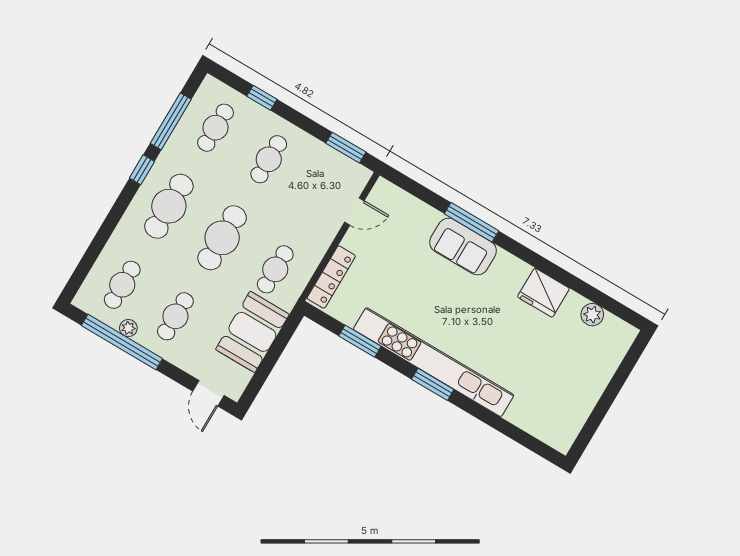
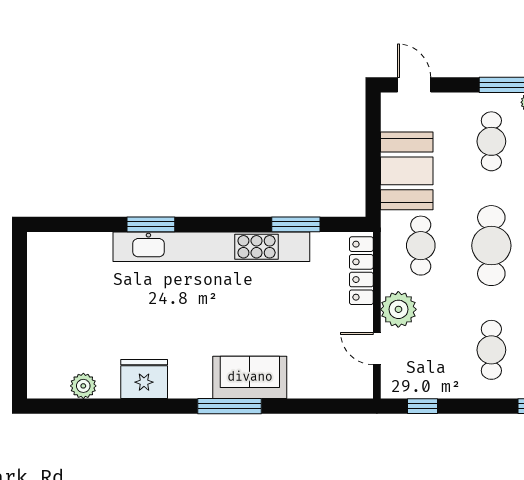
window: (346, 148) -> (422, 406), width x0.67
door: (354, 211) -> (377, 349), hinge flipped
window: (471, 222) -> (229, 406), moved
plant: (321, 231) -> (398, 309), added
window: (433, 384) -> (151, 224), moved

